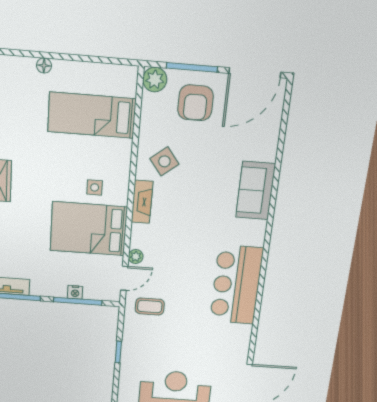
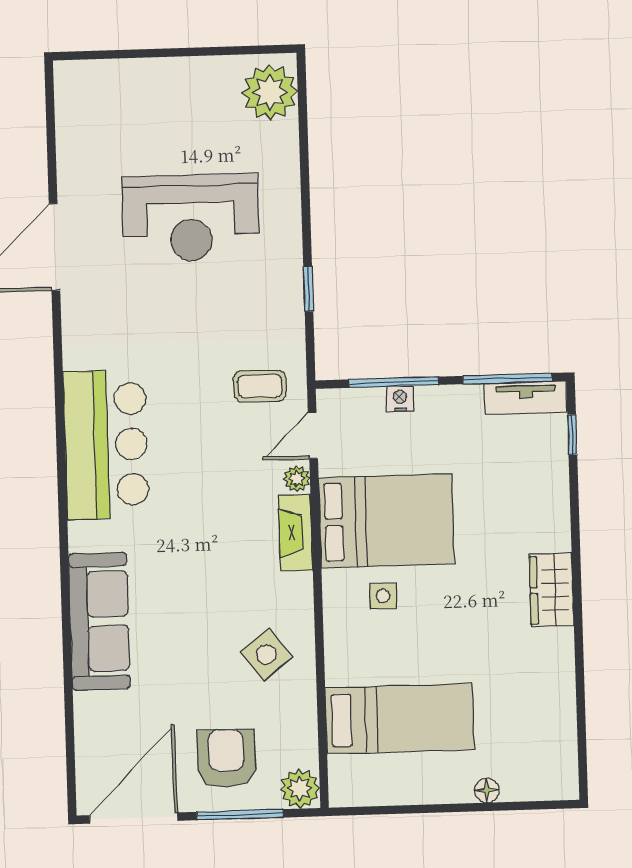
sofa: (256, 191) -> (99, 621), width x1.36
fireplace: (142, 202) -> (295, 533), moved

